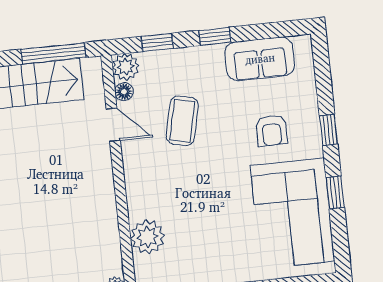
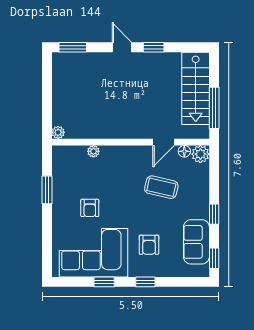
window: (157, 42) -> (214, 258), moved
armchair: (272, 130) -> (149, 245), turned -90
armchair: (225, 226) -> (90, 208), added
plant: (147, 237) -> (93, 151), width x0.53, depth x0.53

